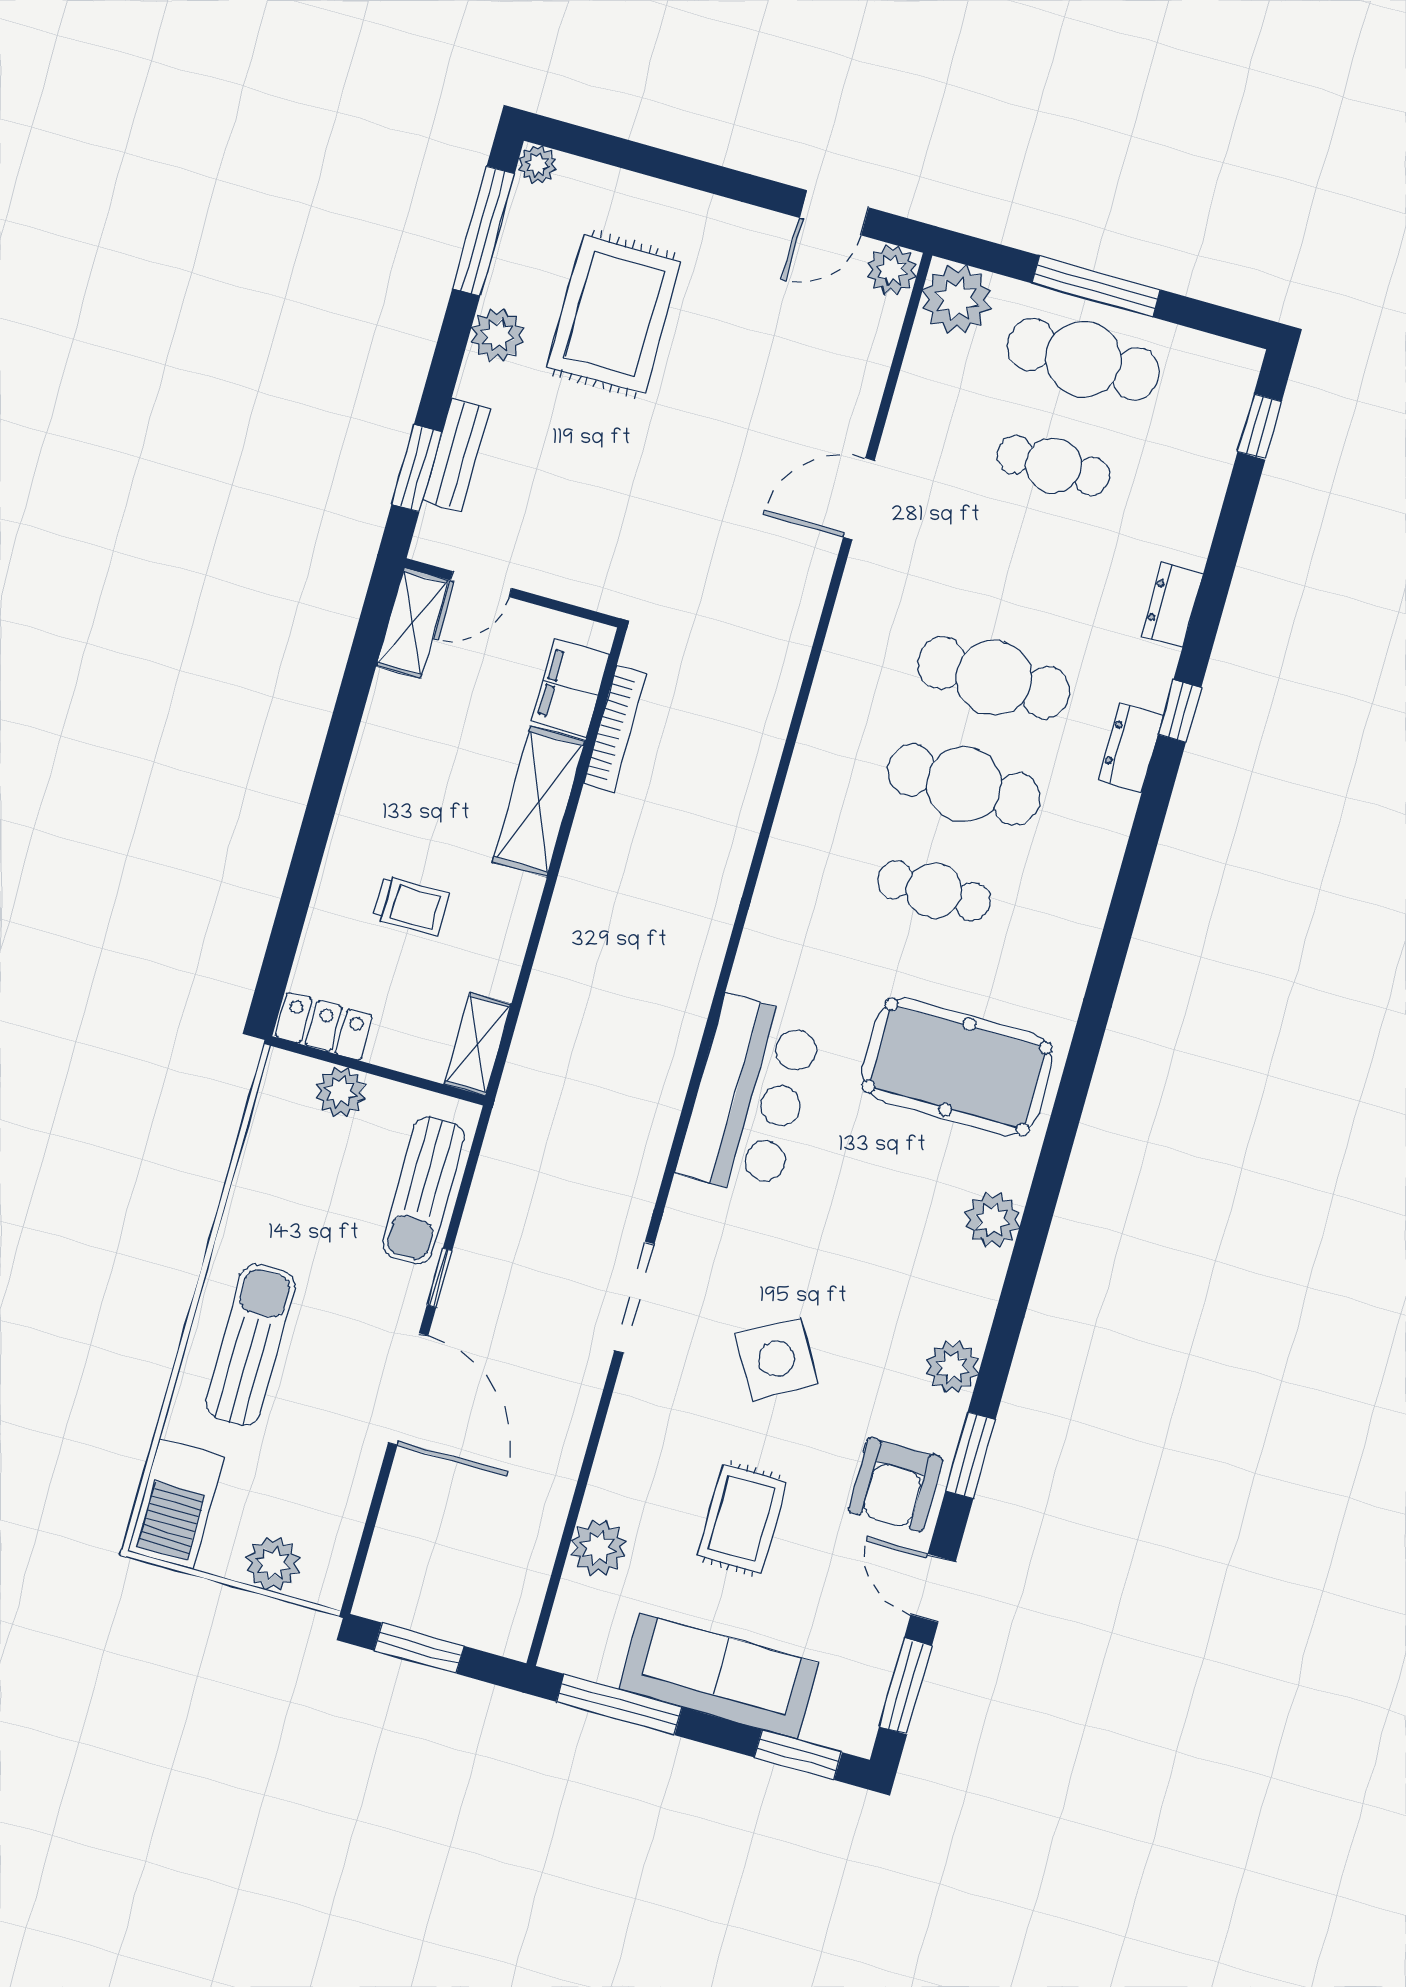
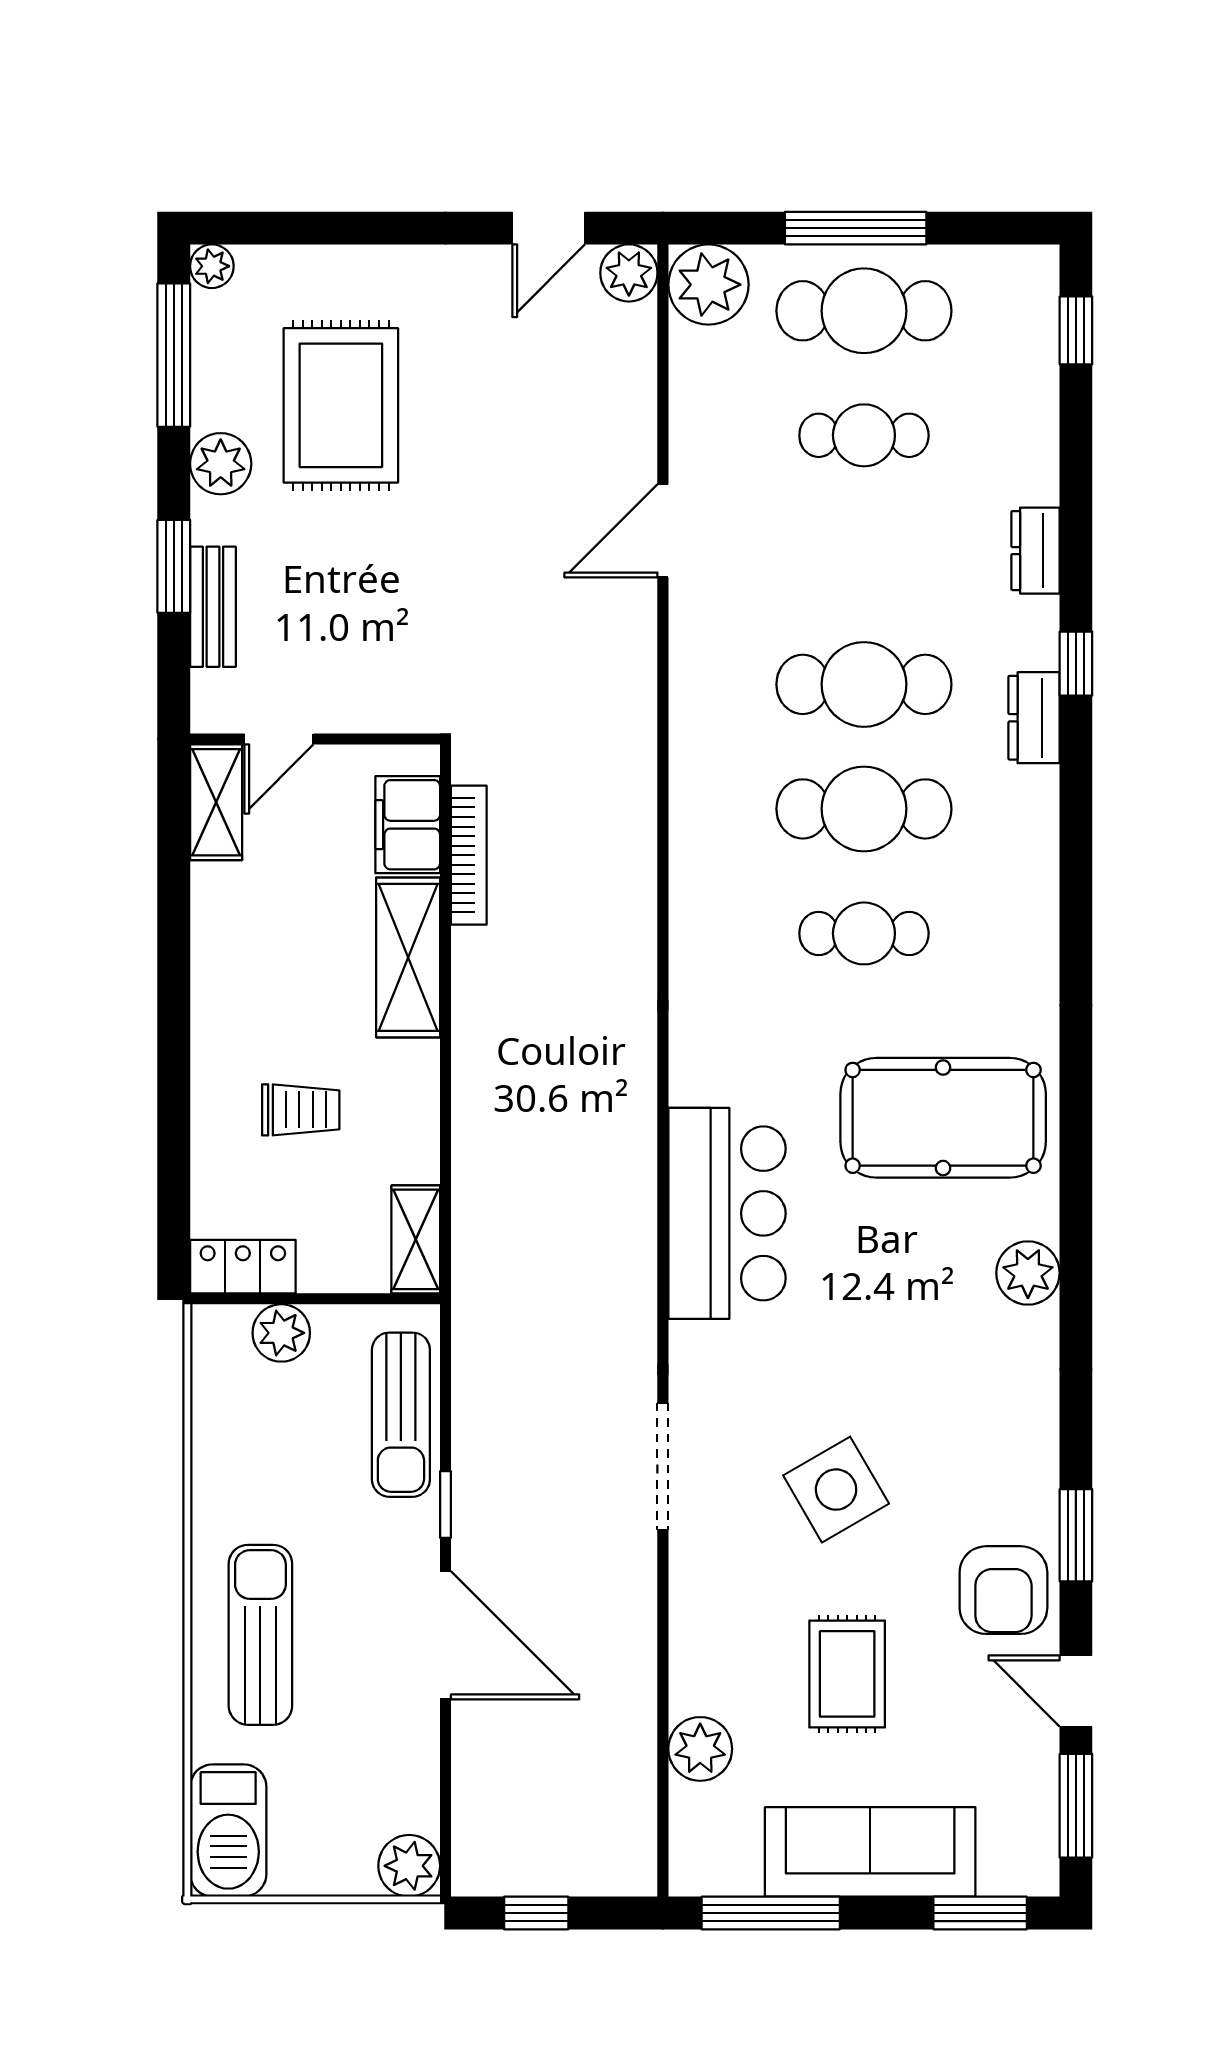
window: (417, 468) -> (174, 566), moved
plant: (952, 1367) -> (1029, 1445), removed
plant: (273, 1564) -> (409, 1866), moved
window: (419, 1648) -> (536, 1913), width x0.67

